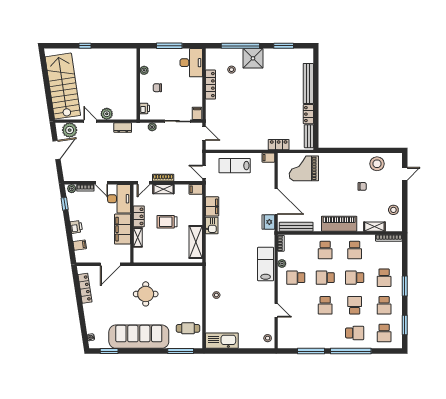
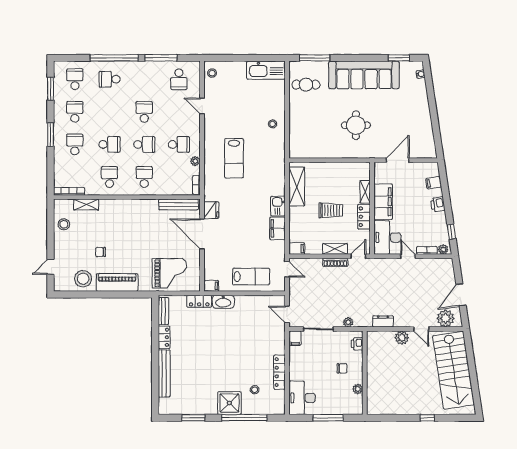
washbasin: (258, 144) -> (223, 302), added
piano: (339, 224) -> (117, 282), moved, turned 180
lab bench: (266, 264) -> (234, 158), moved
locker: (85, 288) -> (428, 132), removed
school desk: (355, 305) -> (179, 79), moved

